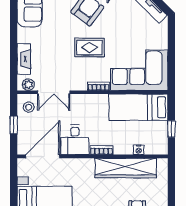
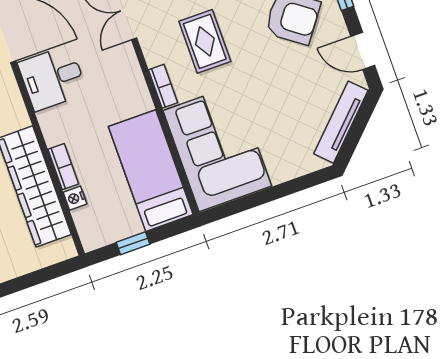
rug: (89, 47) -> (205, 41), moved
bookcase: (101, 150) -> (63, 167), moved

